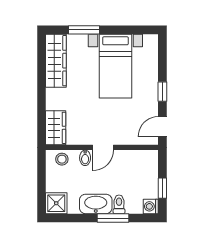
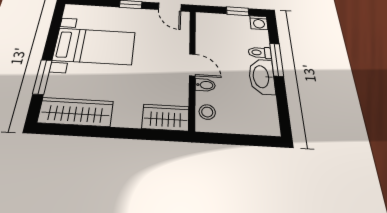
shower: (56, 203) -> (265, 122), removed

